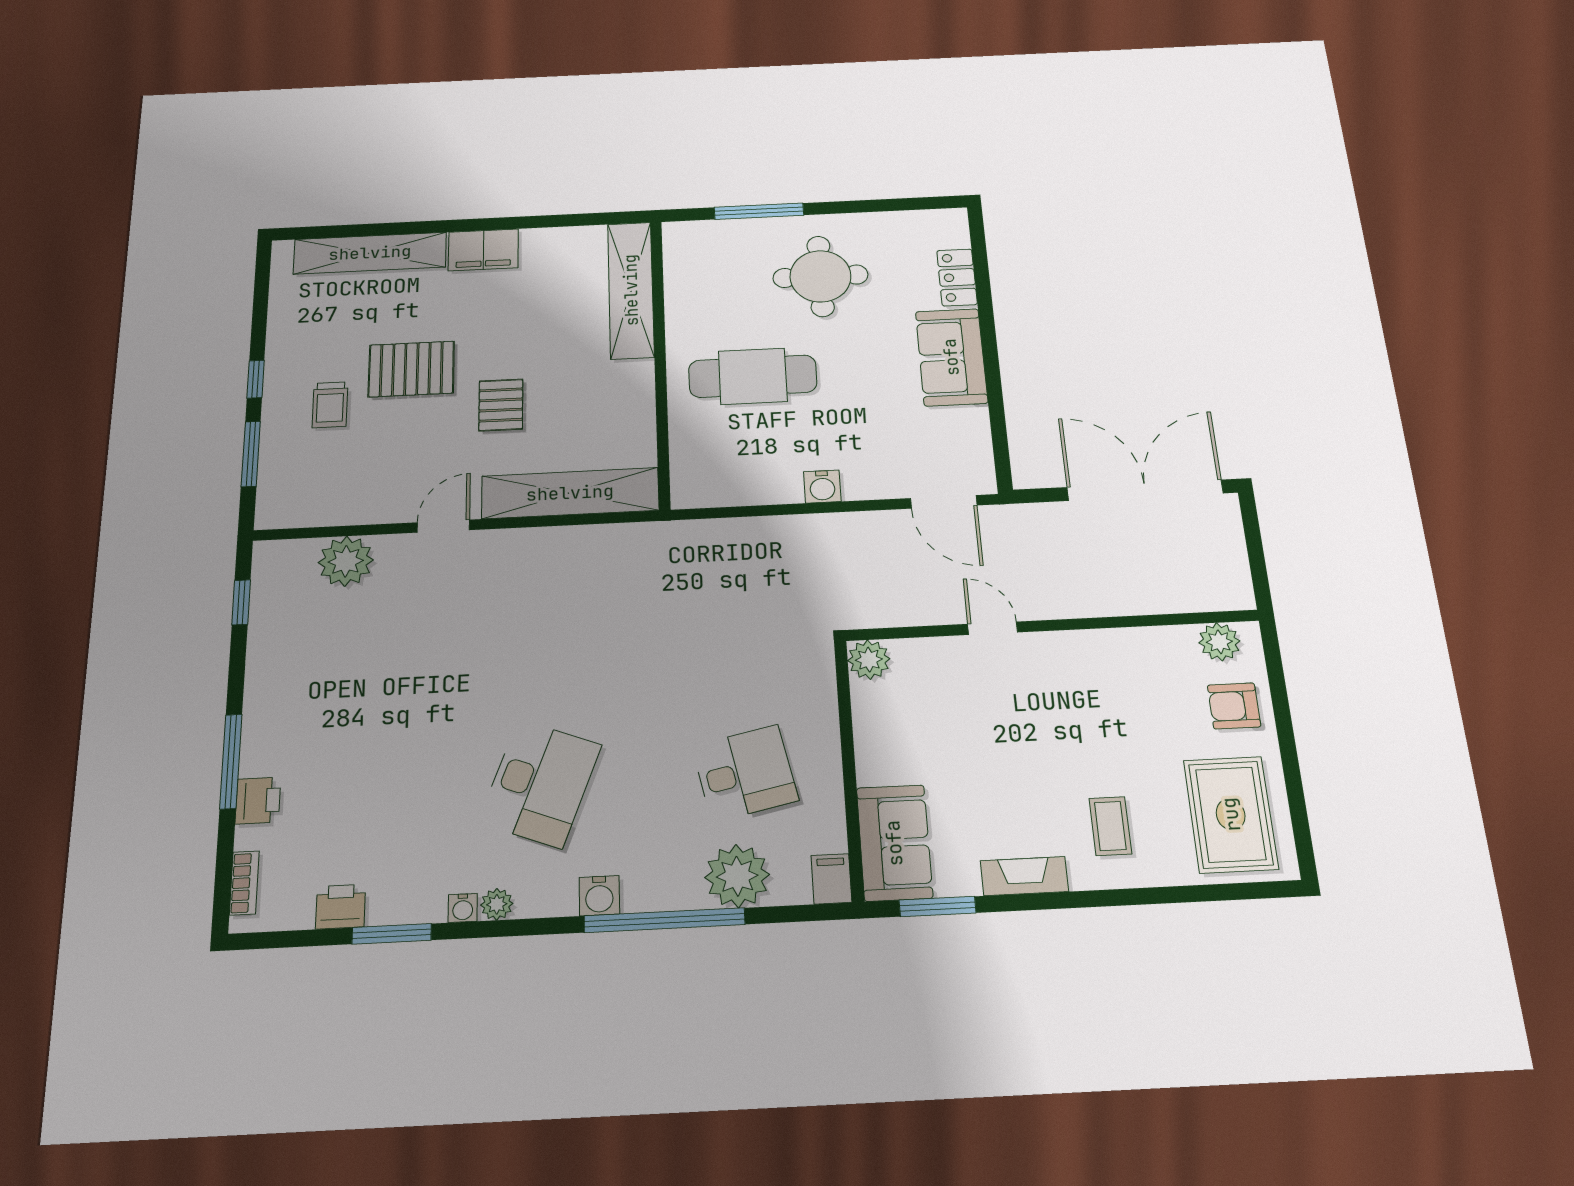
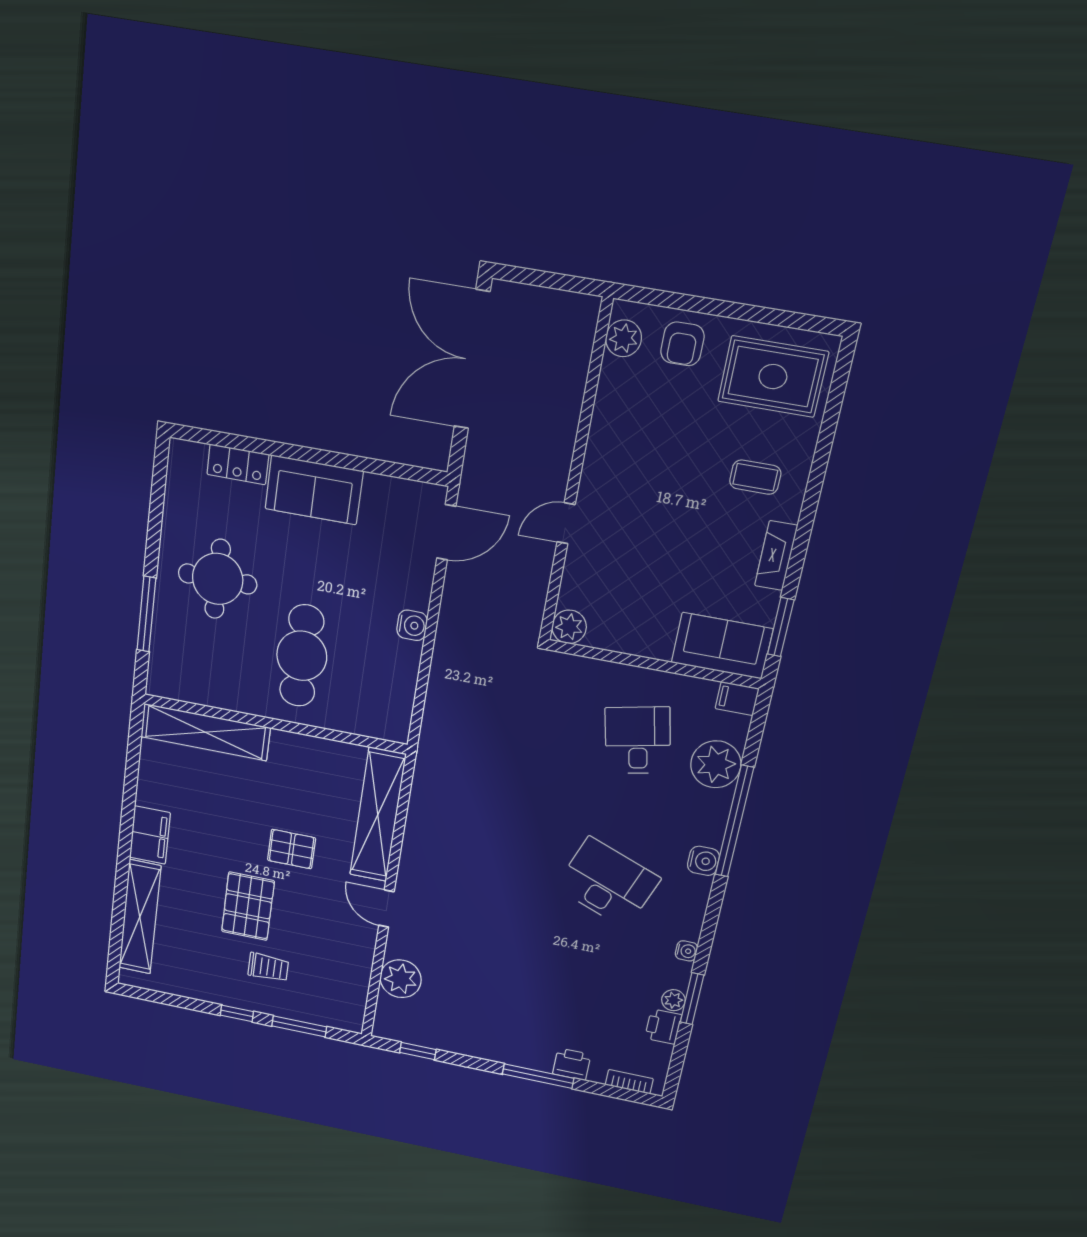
plant: (497, 904) -> (673, 1000), moved

